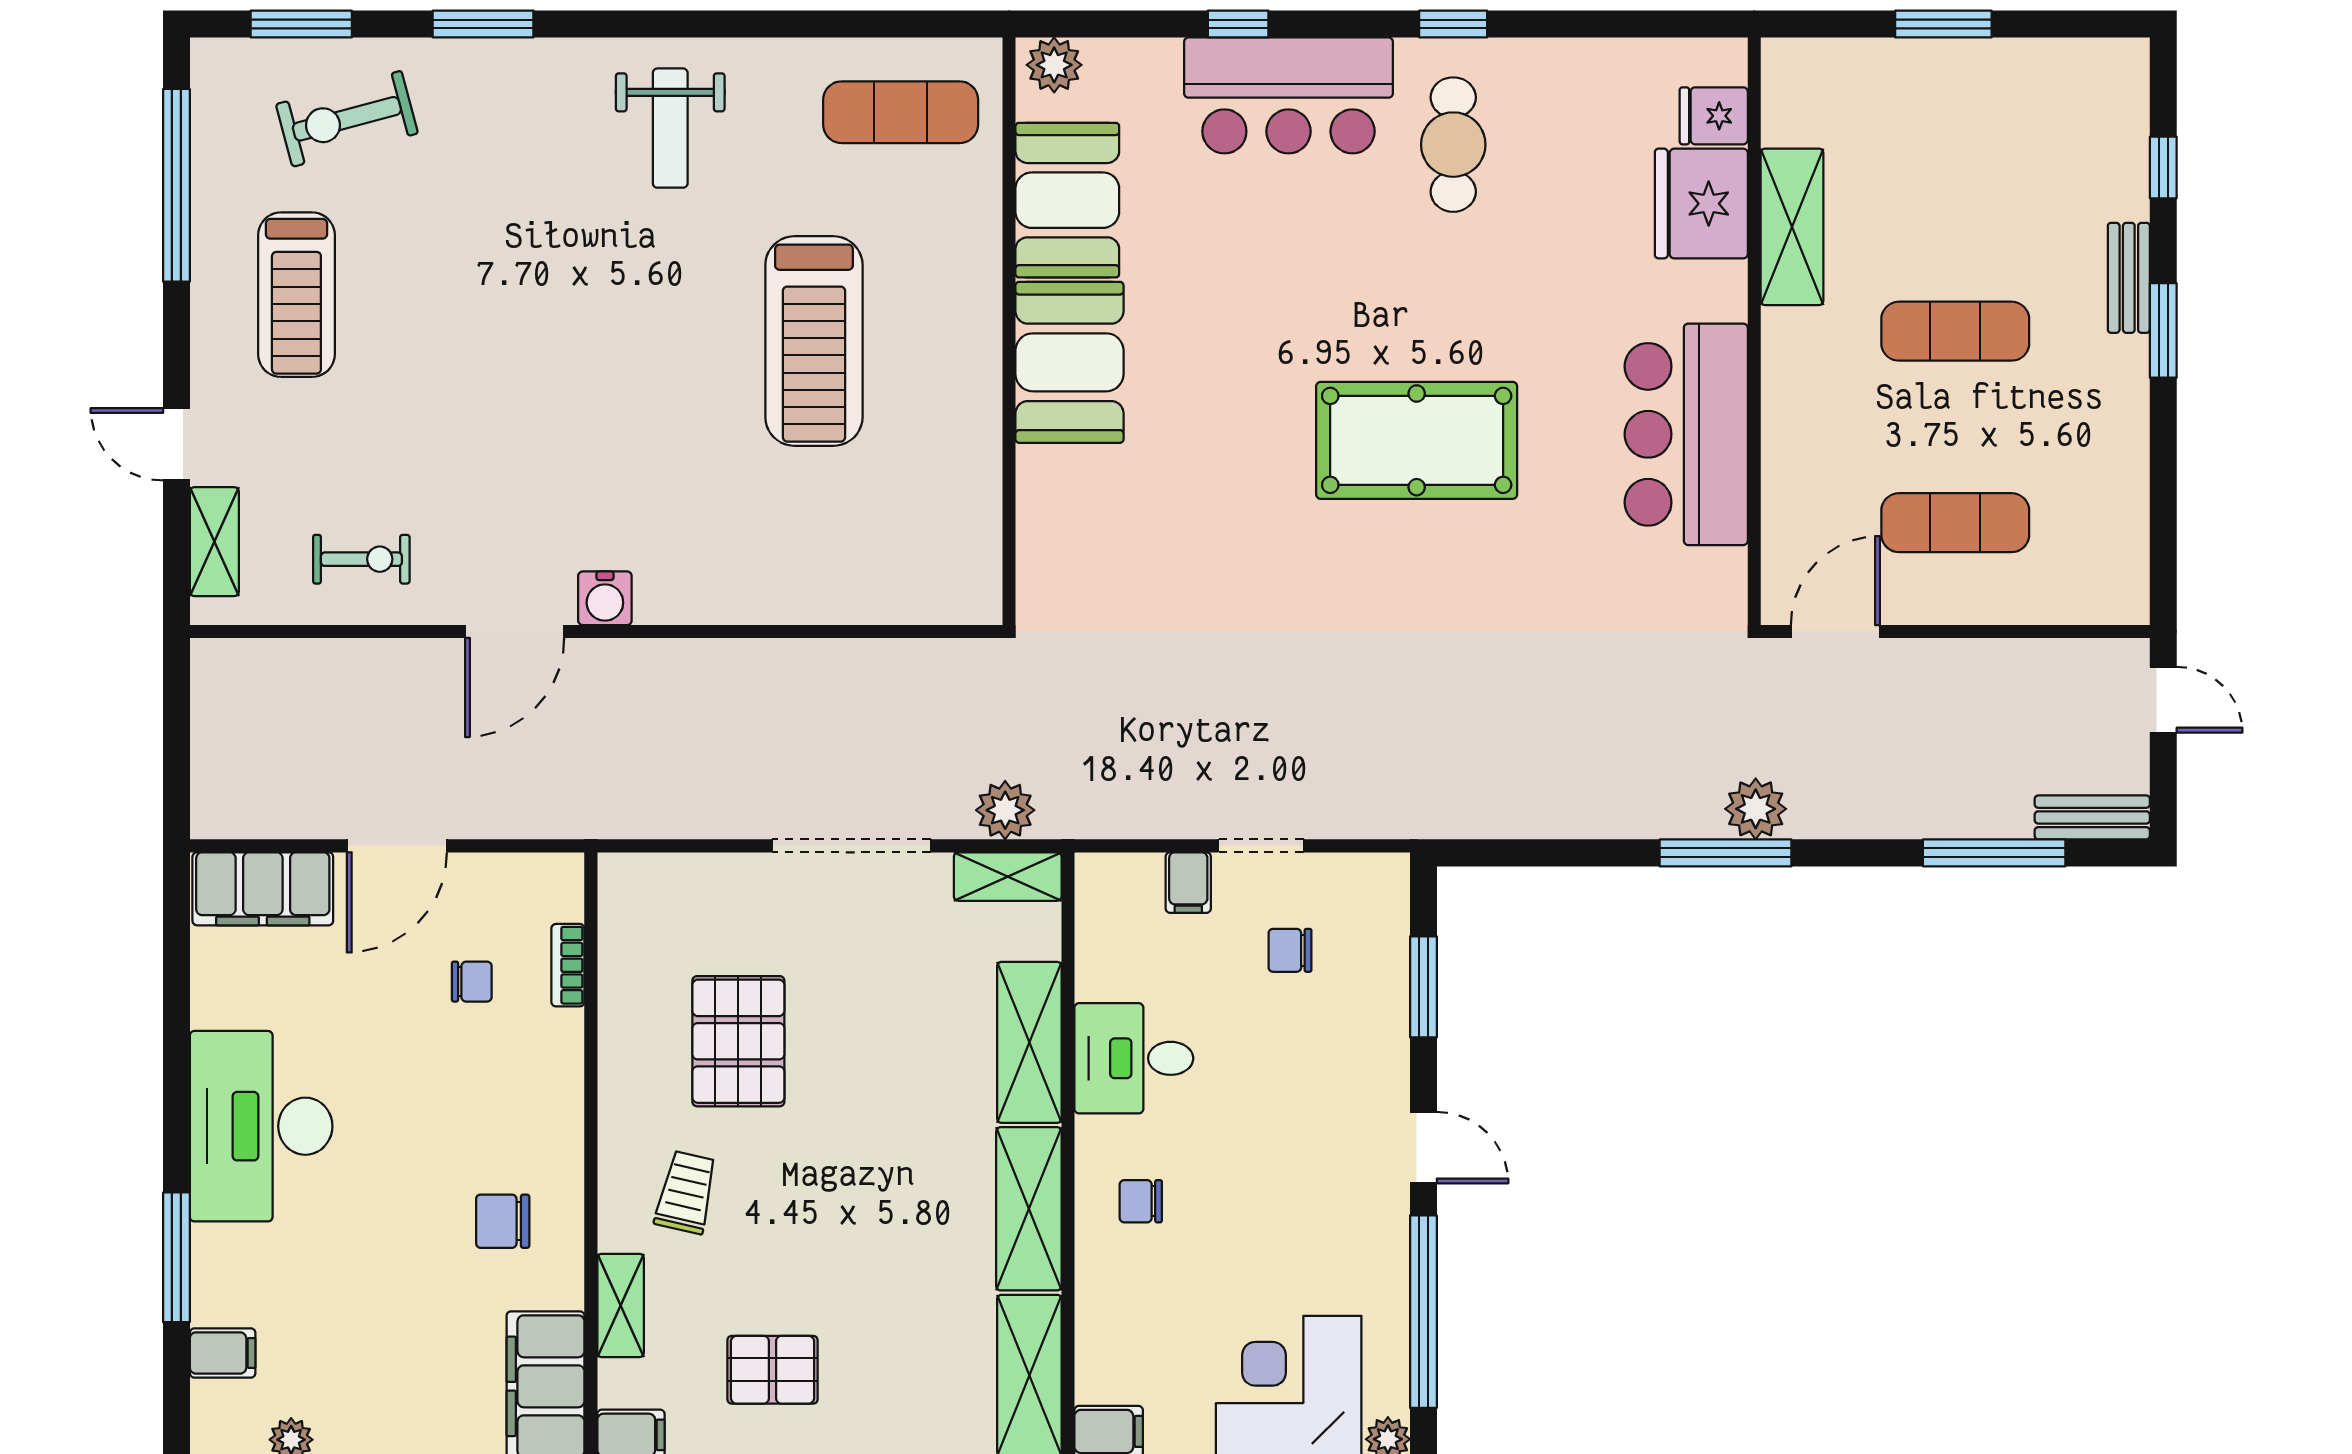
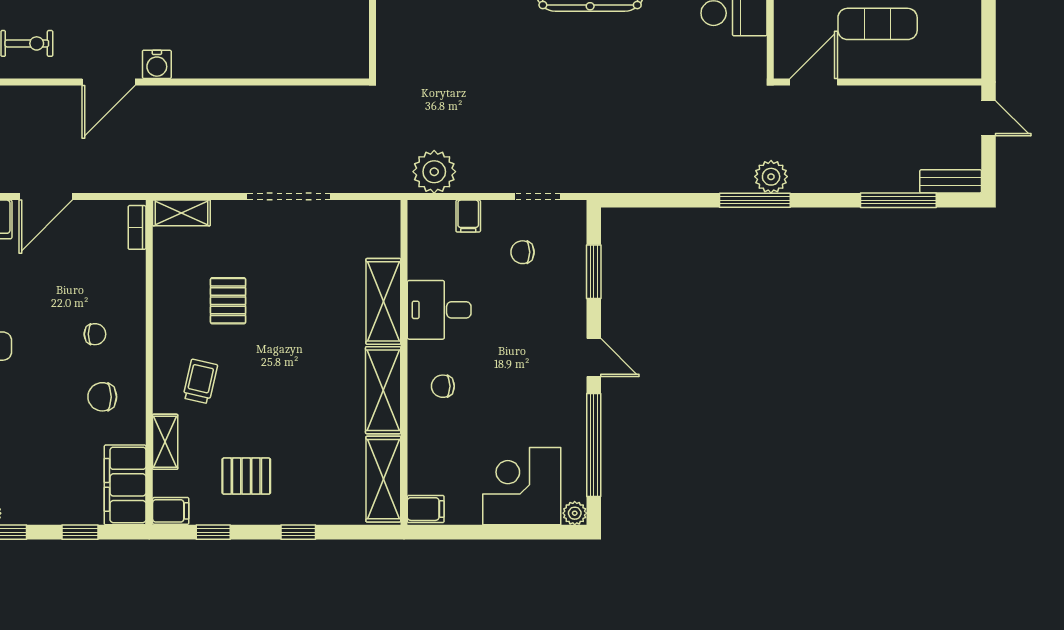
plant: (1005, 810) -> (434, 172), moved, width x1.36, depth x1.36
doorway: (1261, 846) -> (538, 196), moved
shelving: (1008, 877) -> (181, 213), moved
bookcase: (568, 965) -> (137, 227), moved
chair: (472, 982) -> (95, 334), moved
pallet: (738, 1041) -> (228, 301), width x0.67, depth x0.71

